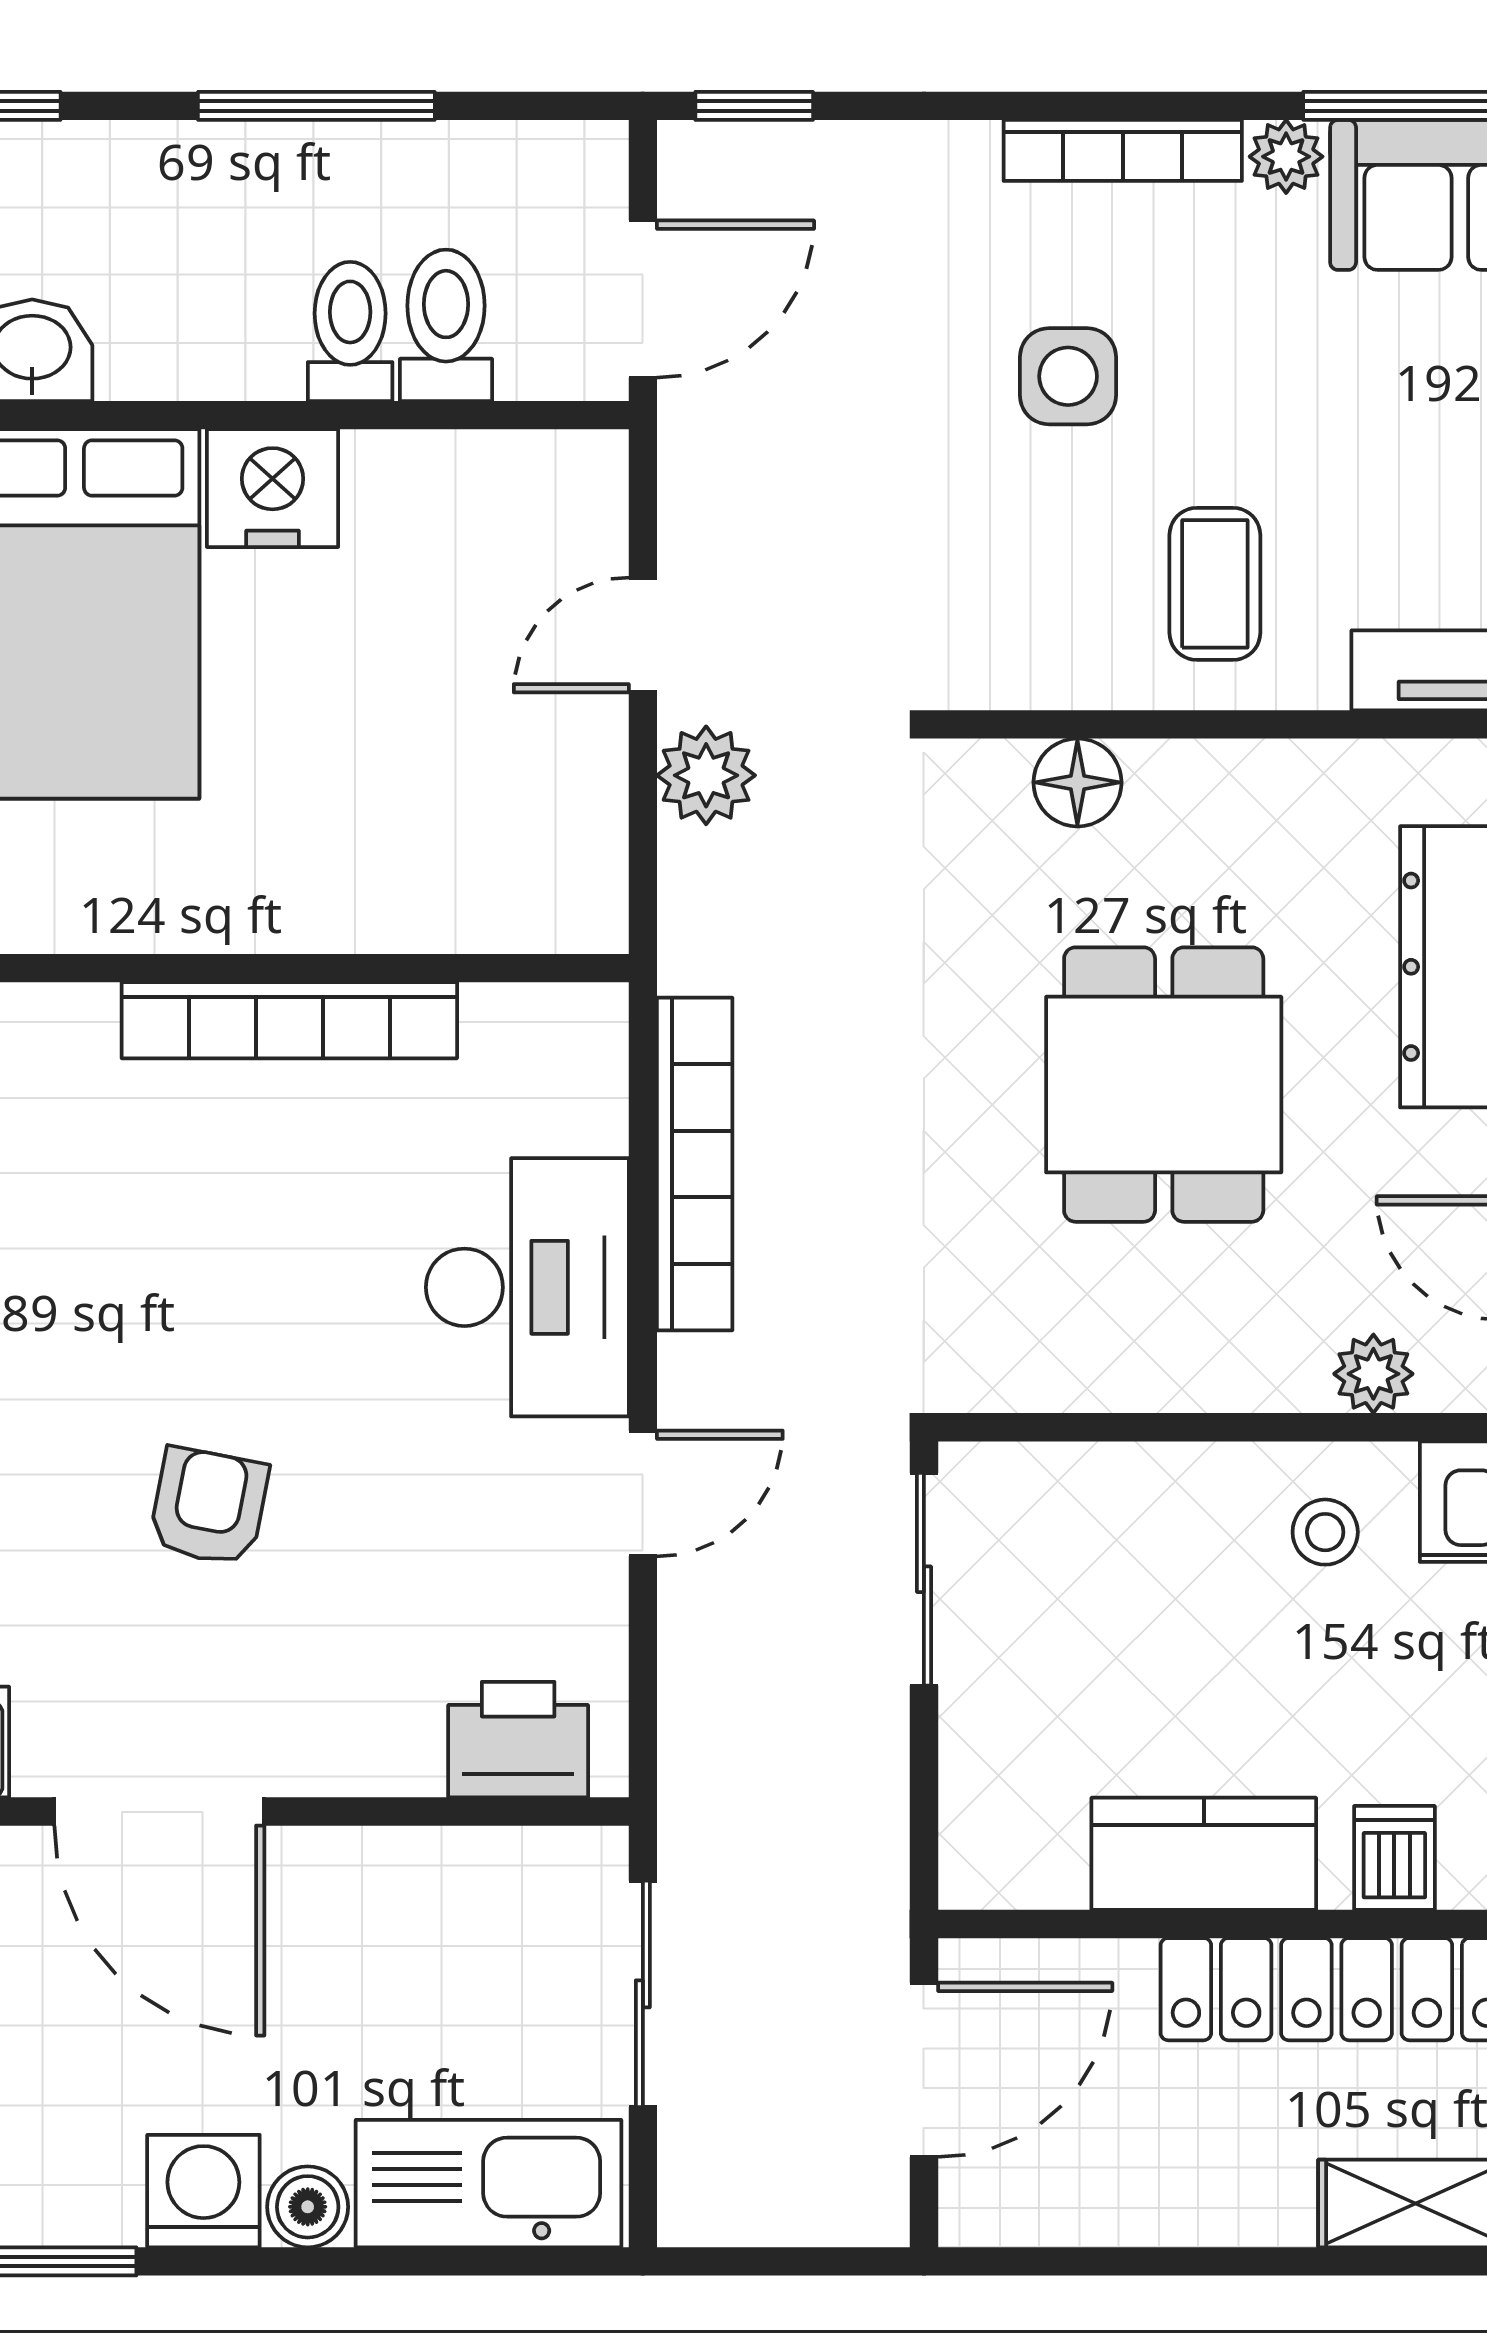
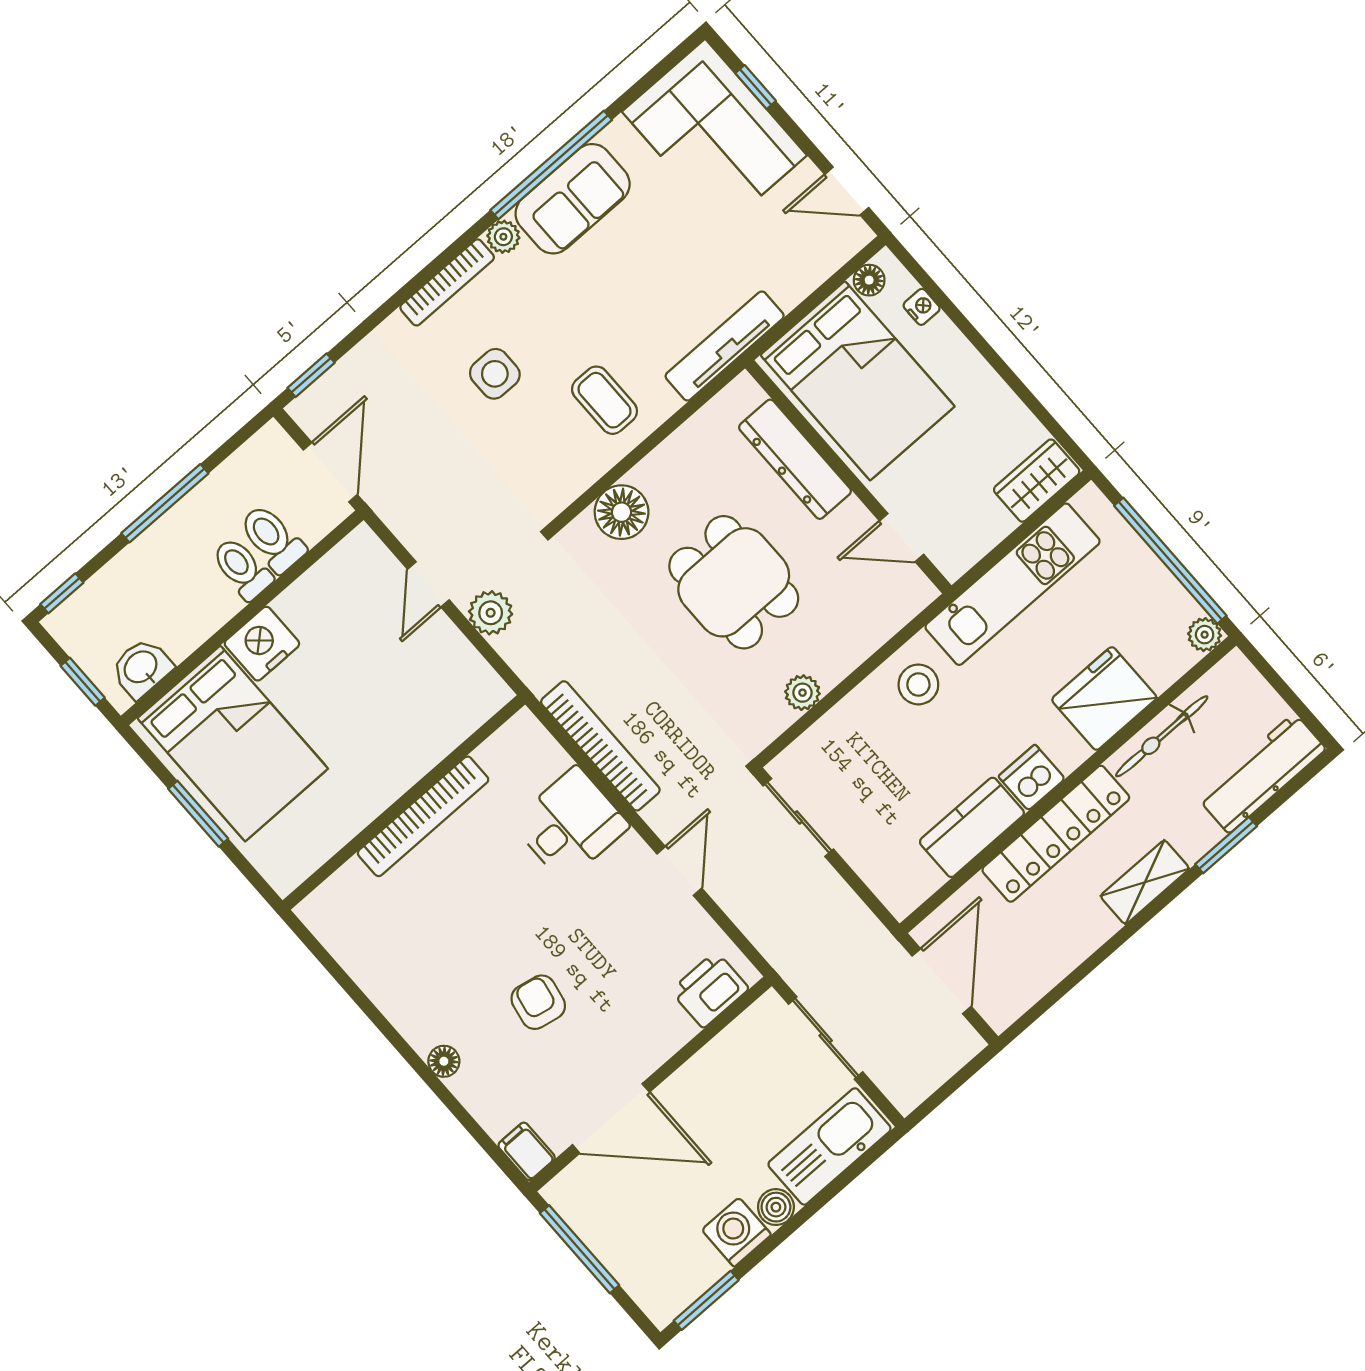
floor lamp: (1077, 782) -> (622, 512), width x1.38, depth x1.38
desk: (527, 1287) -> (570, 824), width x0.73
plant: (1373, 1374) -> (802, 693), moved
stool: (1325, 1532) -> (918, 684), width x1.37, depth x1.37
dishwasher: (1394, 1858) -> (1032, 777), width x1.38

